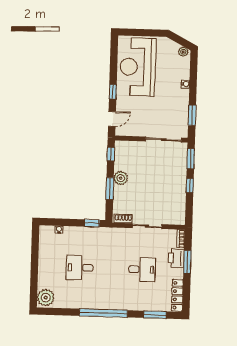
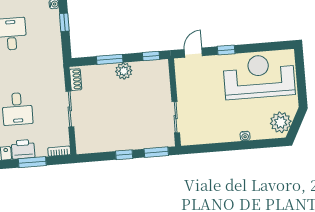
plant: (183, 52) -> (281, 122), width x1.88, depth x1.88
window: (192, 115) -> (208, 148), removed
door: (112, 119) -> (193, 53), swing flipped
sliding door: (164, 139) -> (176, 117), width x0.73
window: (92, 223) -> (64, 22), moved
printer: (176, 258) -> (23, 149), moved

